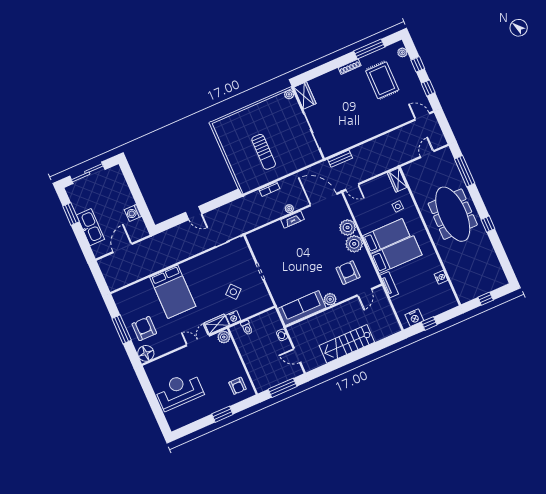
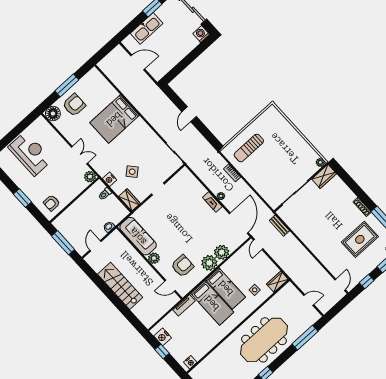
sun lounger: (264, 152) -> (249, 148), moved
washing machine: (133, 213) -> (201, 34), moved
nightstand: (441, 277) -> (190, 362), moved
wardrobe: (217, 324) -> (129, 200), moved

